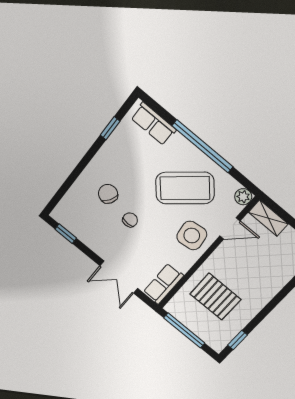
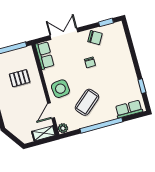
coffee table: (185, 188) -> (87, 102), width x0.73, depth x0.76
chair: (108, 194) -> (95, 38), moved
pallet: (215, 297) -> (20, 78), width x0.67, depth x0.71

